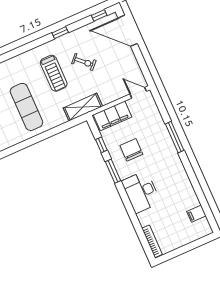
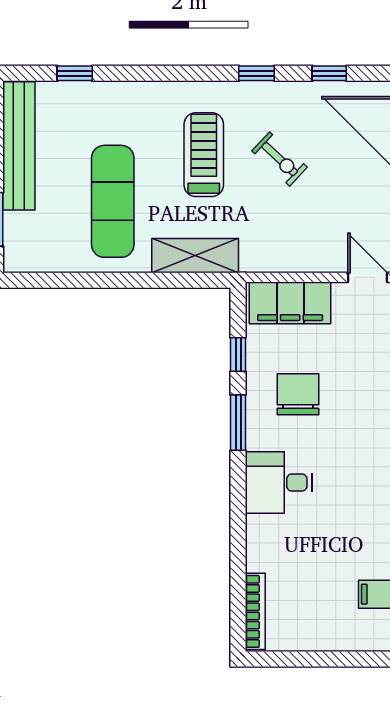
window: (99, 15) -> (329, 73), moved
treadmill: (54, 73) -> (204, 155), turned 180
shelving: (83, 107) -> (195, 256), moved
desk: (141, 192) -> (279, 483), width x0.73

